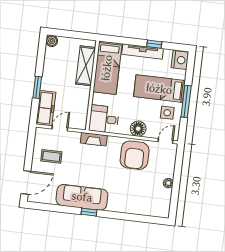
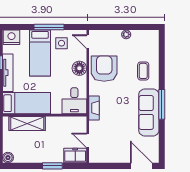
freezer: (46, 108) -> (75, 156), width x0.71
armchair: (135, 155) -> (104, 69), turned -90
coffee table: (51, 156) -> (143, 71), moved
window: (89, 212) -> (162, 104), width x2.17

